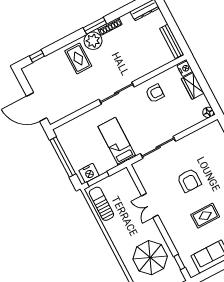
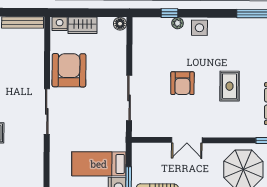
armchair: (155, 93) -> (69, 70), width x1.88, depth x1.88
bed: (117, 141) -> (99, 164), moved
armchair: (189, 180) -> (182, 83), turned 90

